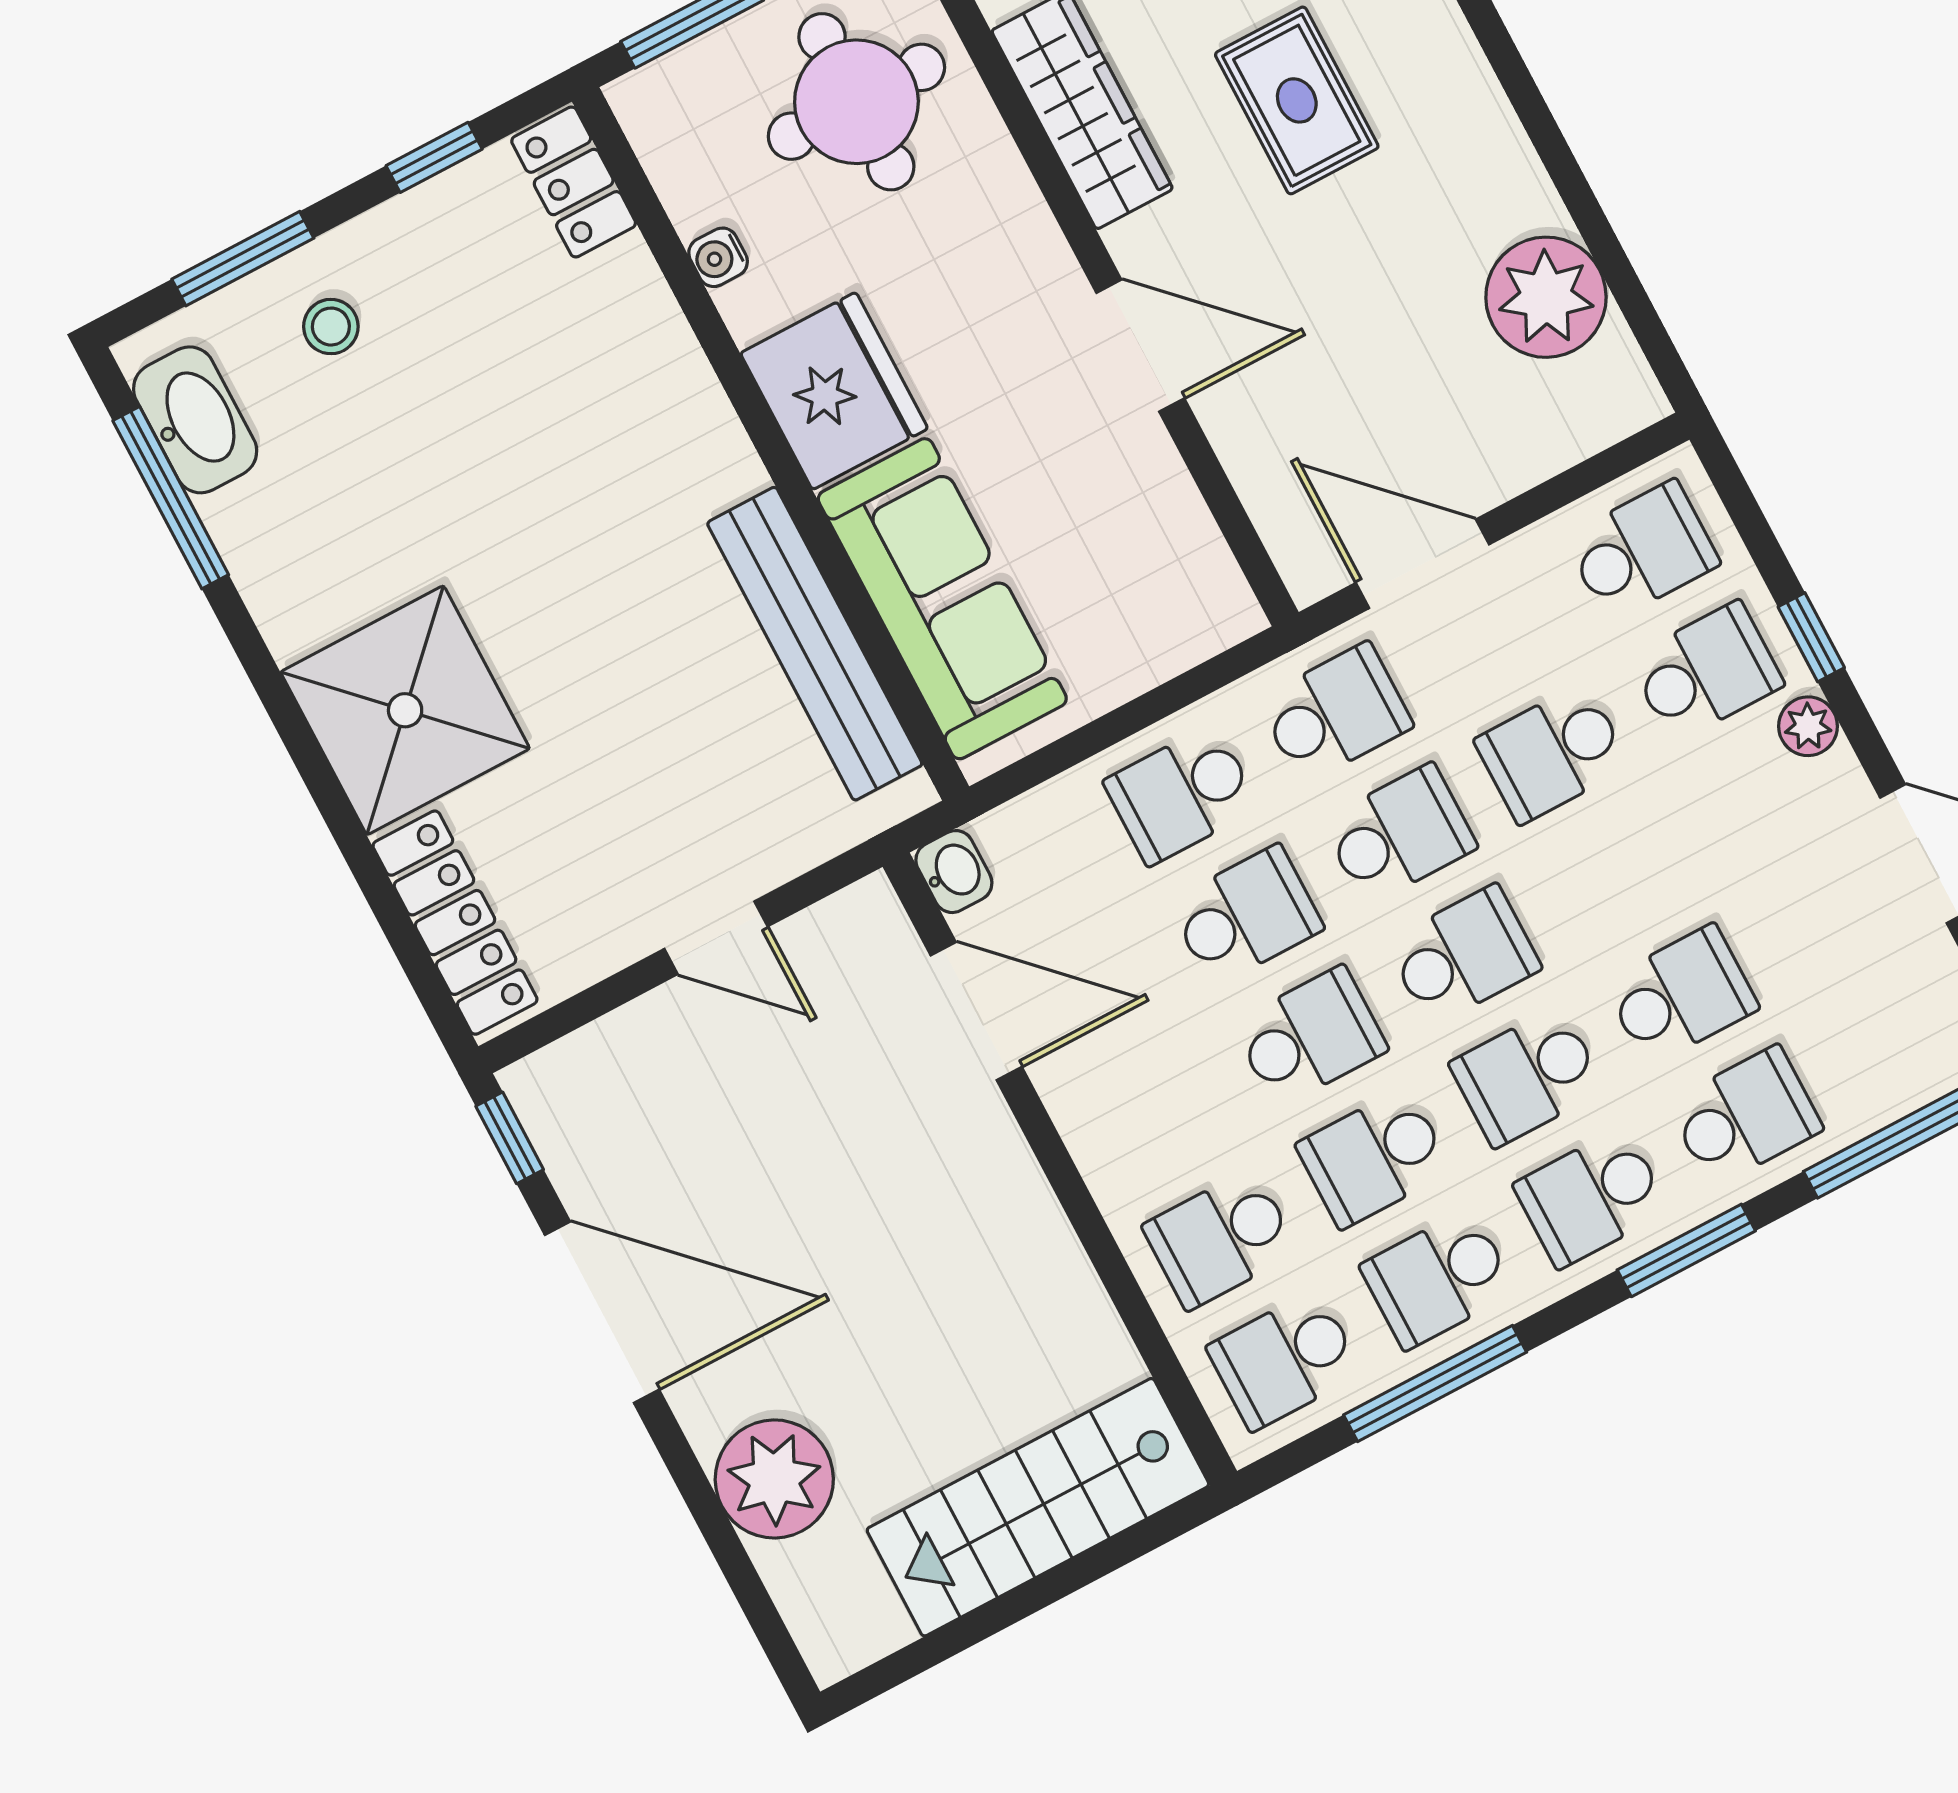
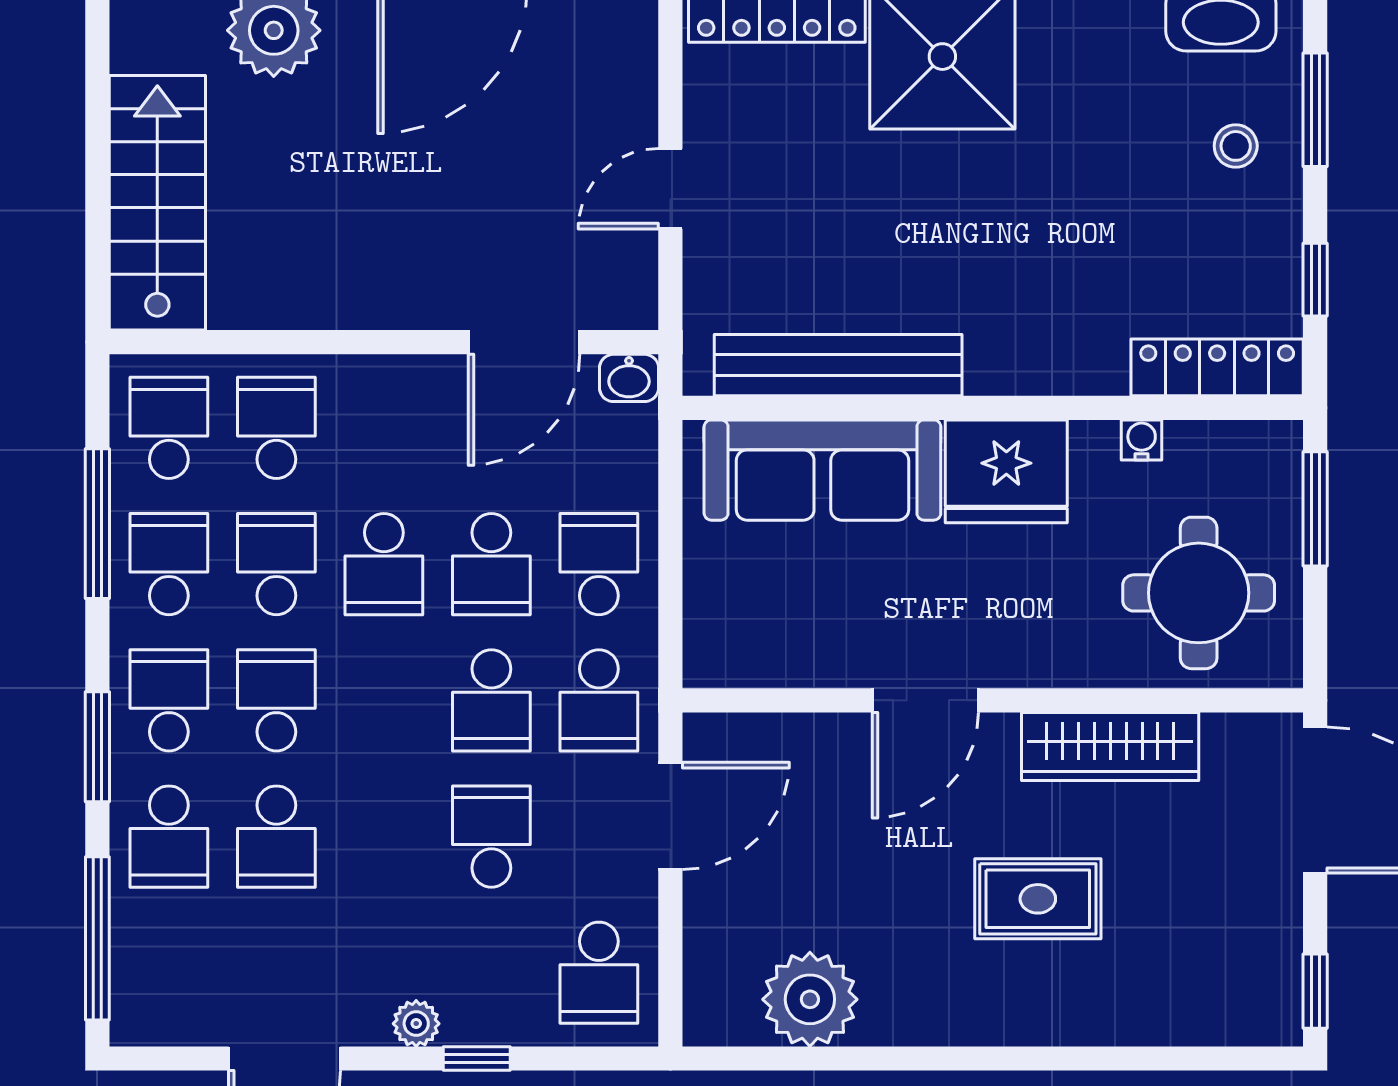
locker: (574, 182) -> (1217, 367), width x1.53
school desk: (1706, 672) -> (491, 973), removed
school desk: (1463, 955) -> (384, 700), removed

